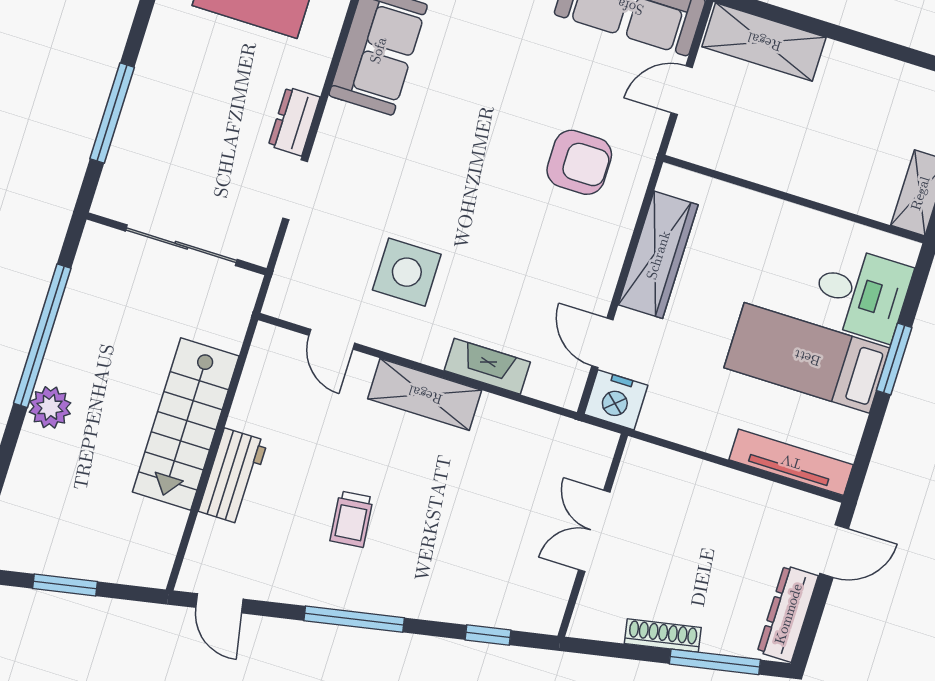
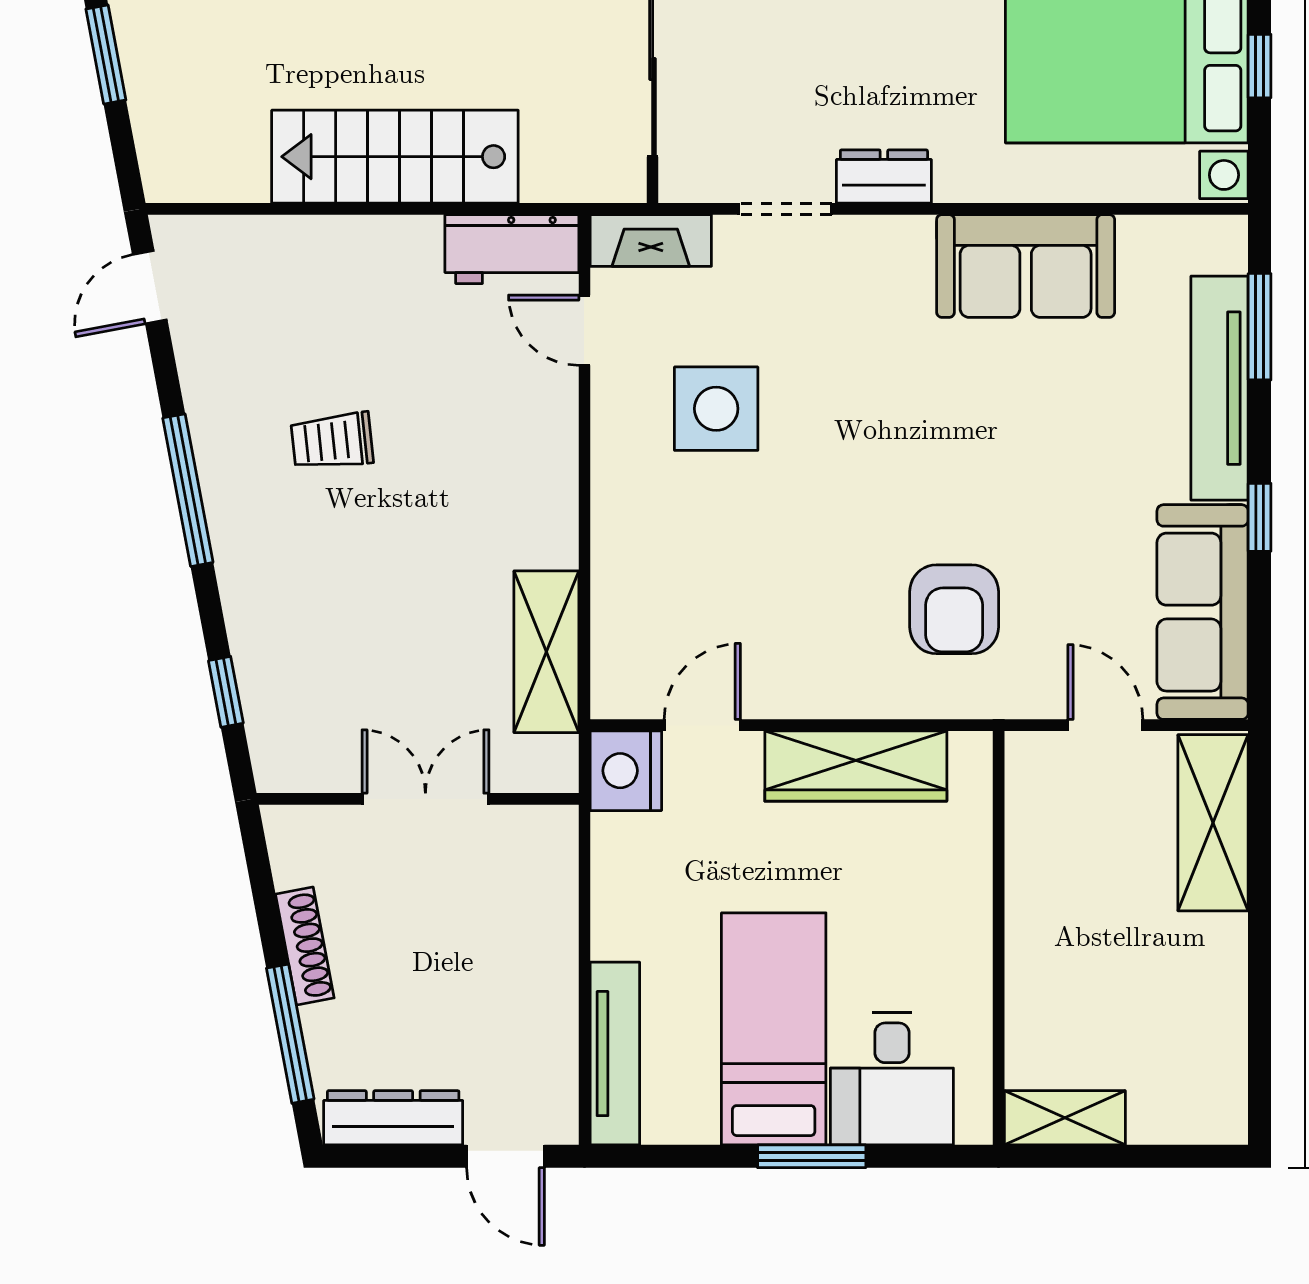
door: (332, 339) -> (584, 330), hinge flipped
fireplace: (487, 366) -> (651, 240), moved, turned 90
shelving: (425, 395) -> (546, 652), moved
workbench: (233, 476) -> (512, 249), moved

